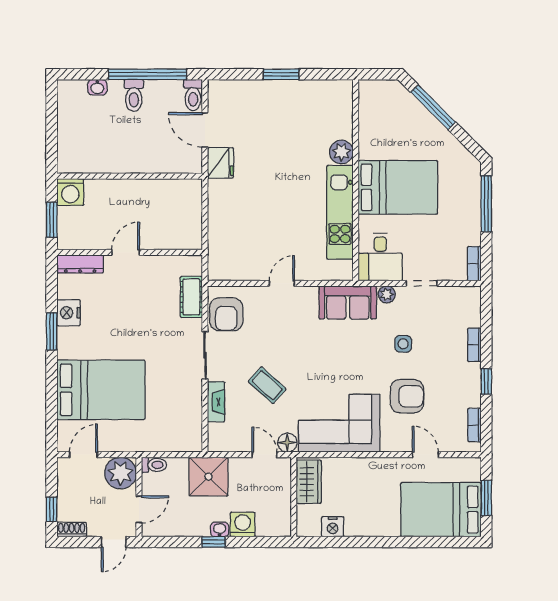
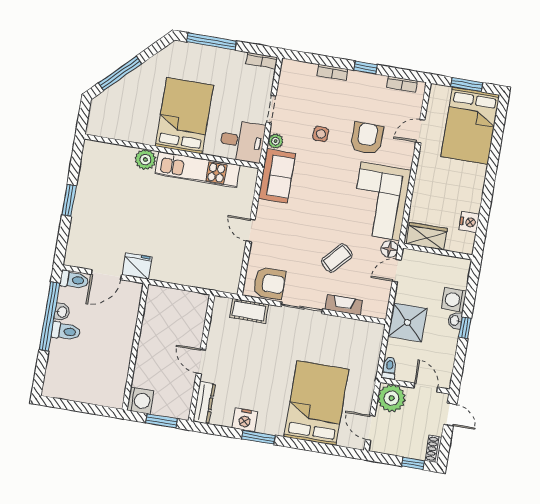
washbasin: (97, 87) -> (62, 312), moved

